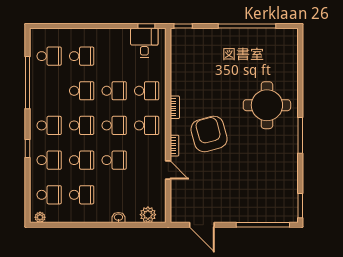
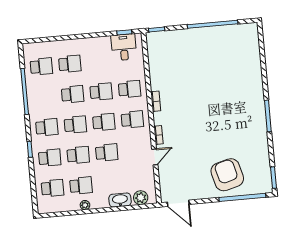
round table: (267, 105) -> (236, 92), removed
armchair: (209, 134) -> (227, 175), moved
door: (168, 170) -> (155, 157), hinge flipped
plant: (40, 217) -> (85, 205), moved
washbasin: (118, 217) -> (120, 200), width x1.91, depth x1.45
door: (202, 225) -> (178, 203), moved

